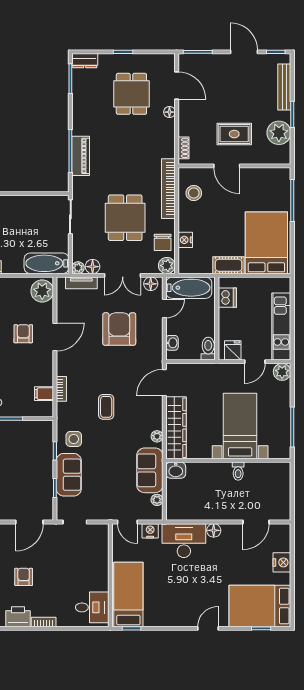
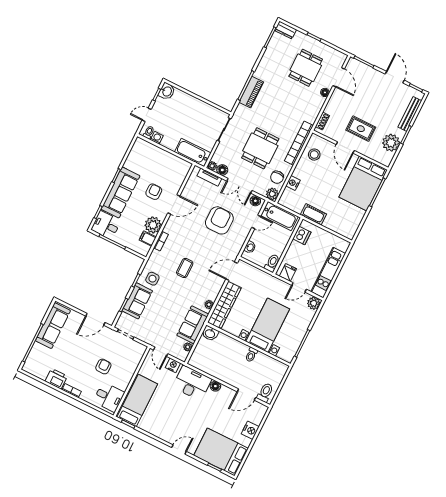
bed: (266, 243) -> (363, 183), moved, turned 180
plant: (42, 291) -> (153, 225), moved
toilet: (277, 508) -> (265, 393), added
armchair: (24, 577) -> (103, 367), moved

